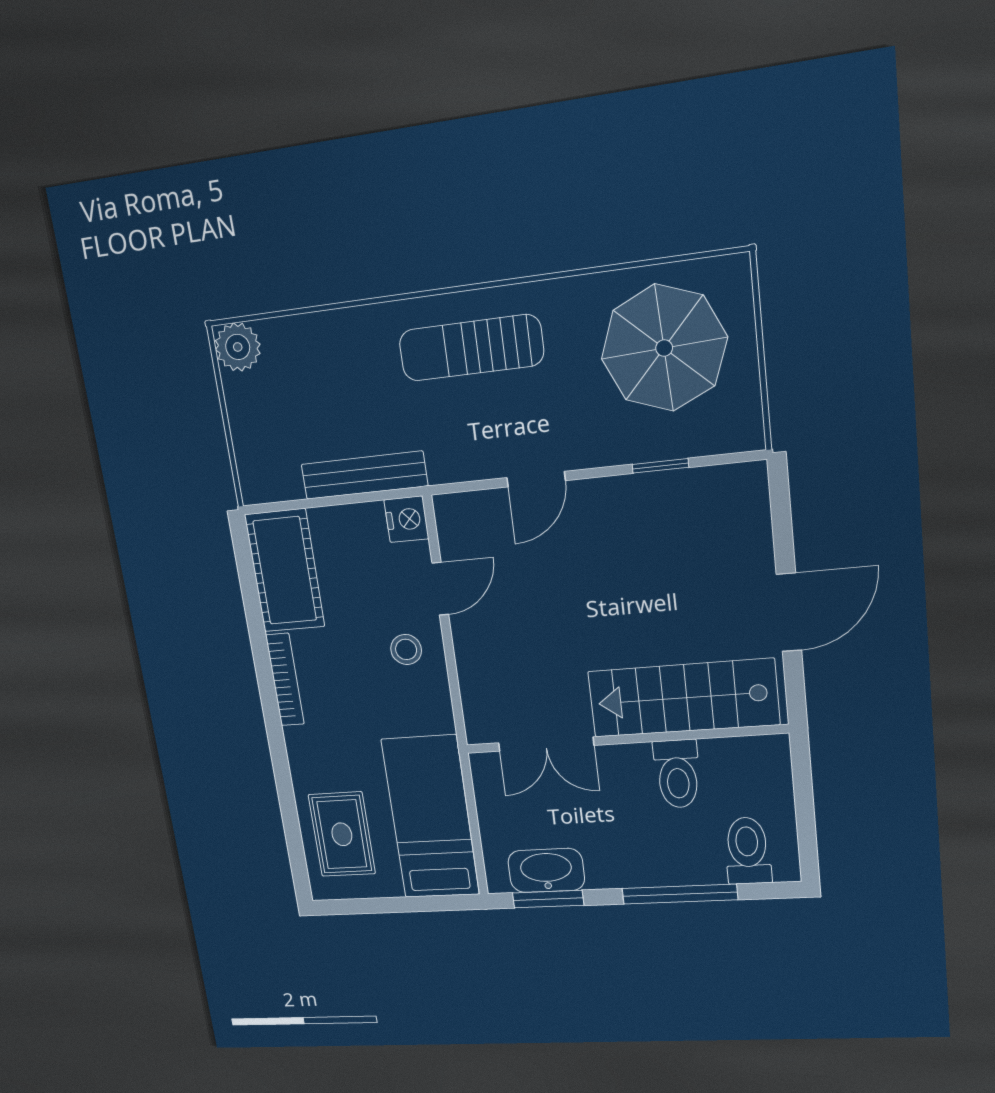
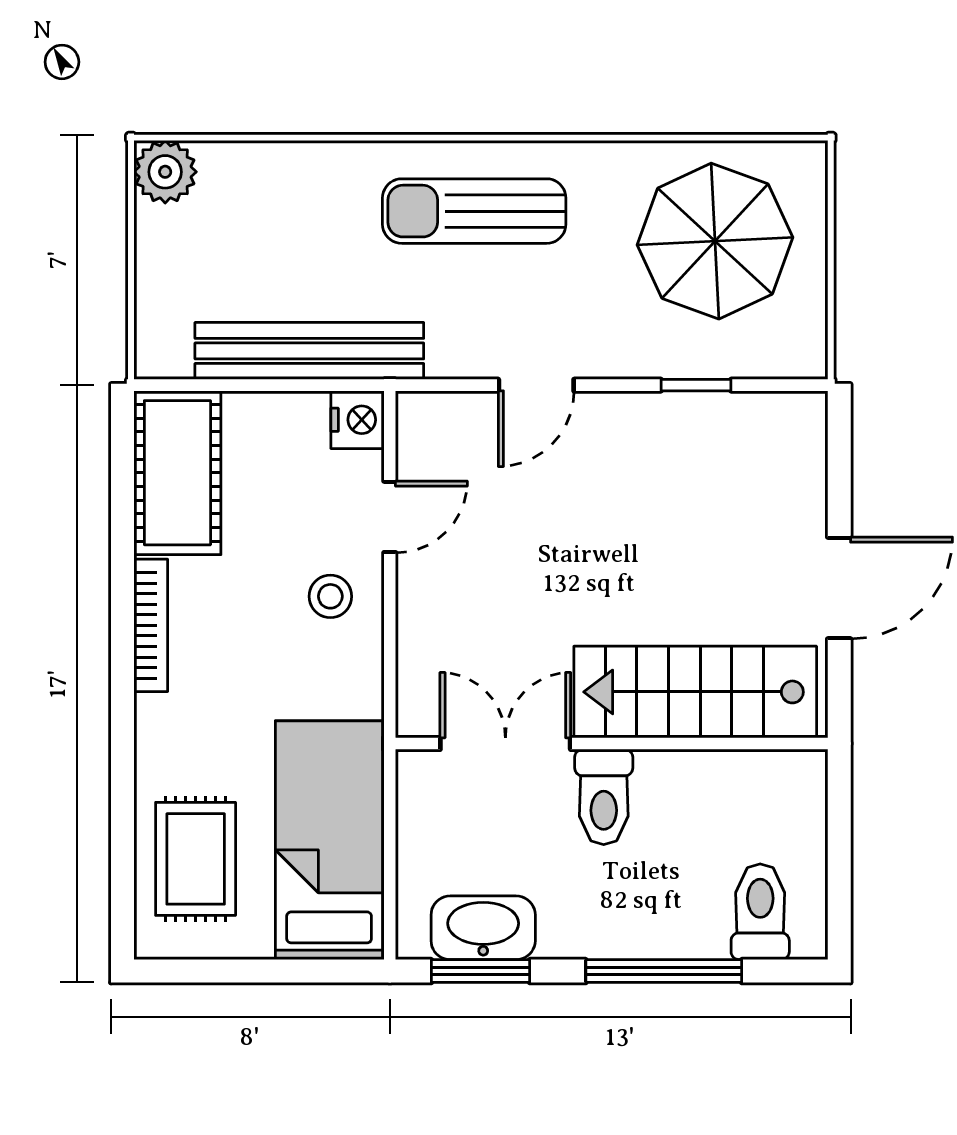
bench: (364, 475) -> (309, 351), width x1.37, depth x1.21
double door: (546, 744) -> (505, 743), swing flipped
toilet: (677, 774) -> (604, 797), moved

